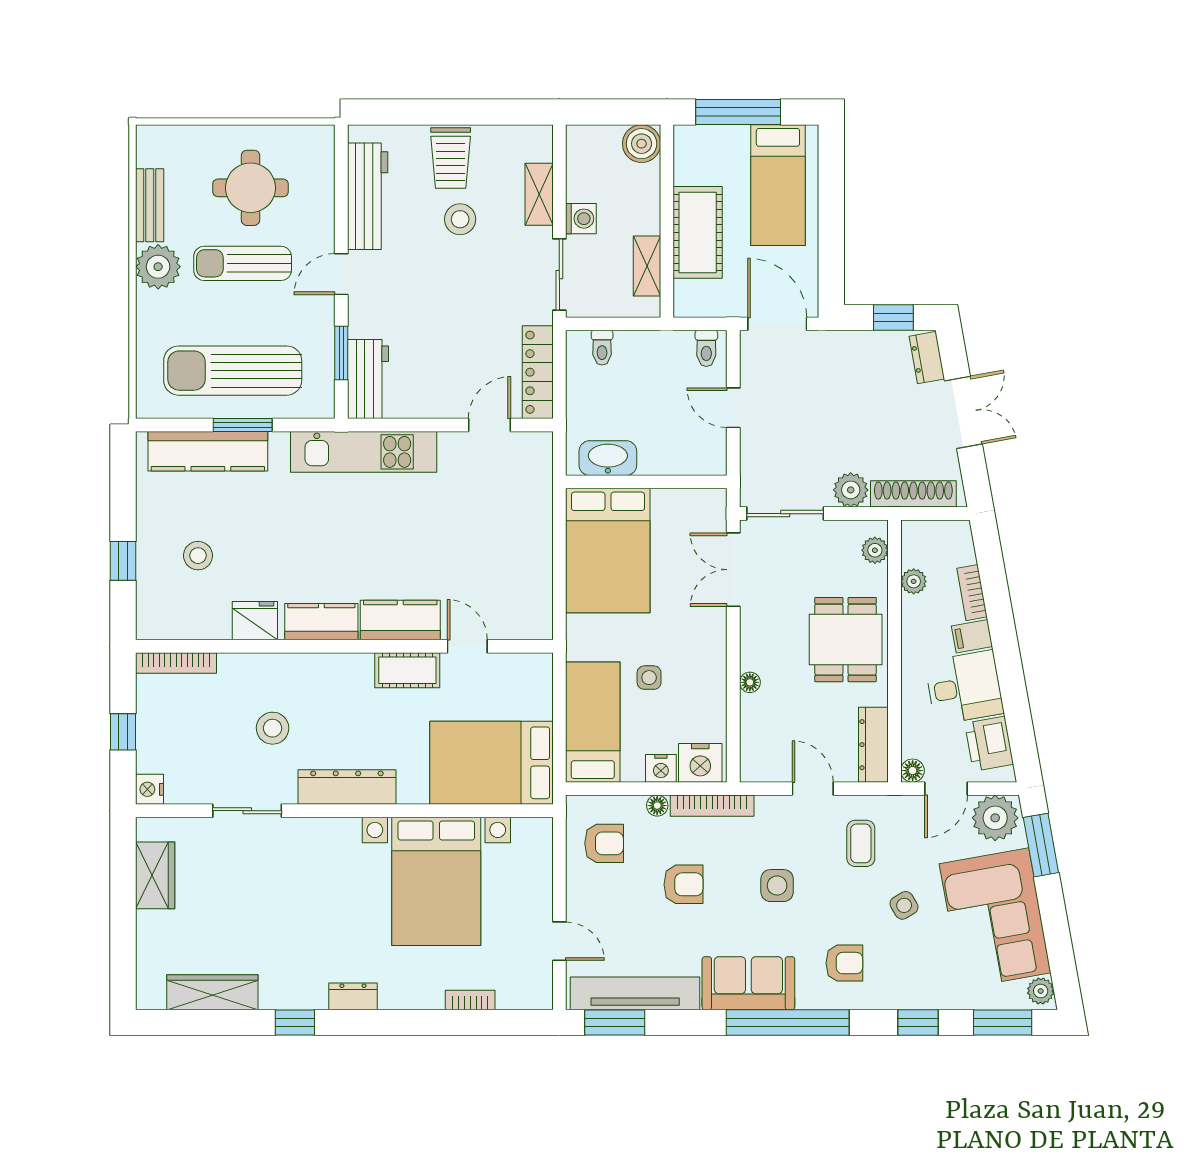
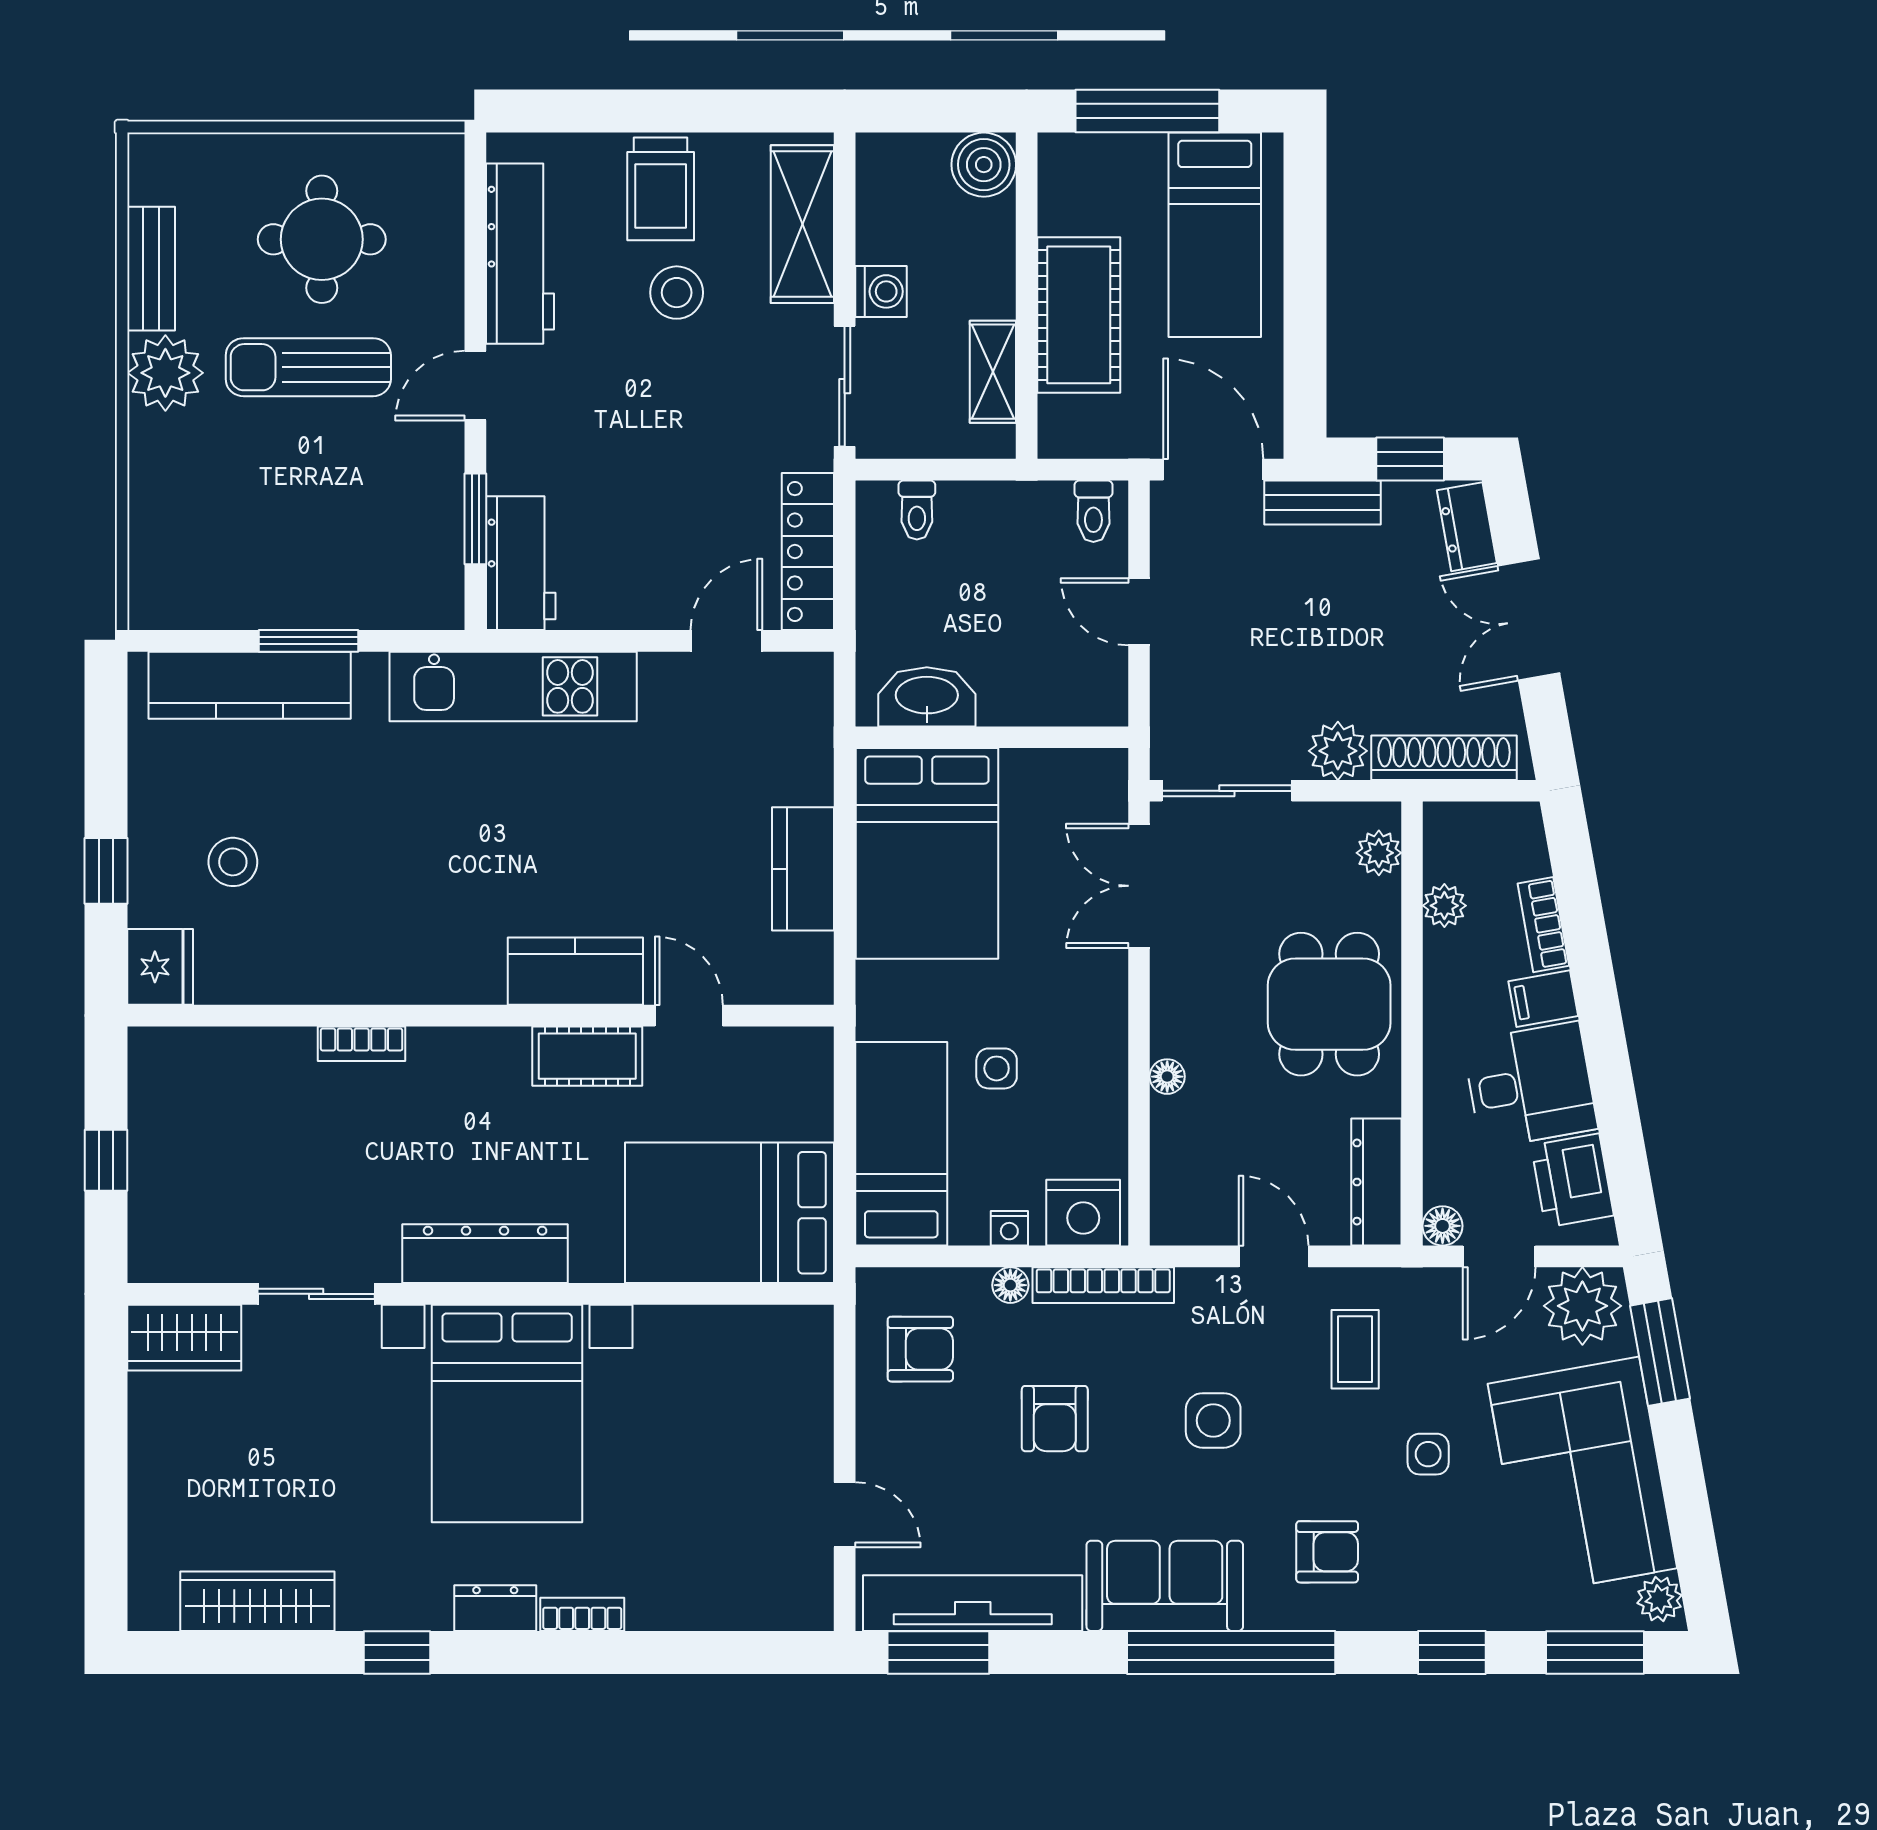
shelving: (539, 194) -> (802, 224), width x1.50, depth x1.33
bench: (842, 343) -> (1323, 503), added
sun lounger: (233, 371) -> (292, 549), removed
double door: (963, 412) -> (1529, 619), swing flipped
fridge: (255, 621) -> (160, 967), moved, turned 90
kitchen counter: (321, 622) -> (803, 869), moved, turned -90
bookcase: (176, 663) -> (362, 1044), moved, width x0.64
stool: (273, 728) -> (359, 1154), removed
nightstand: (661, 768) -> (1009, 1228), width x0.72, depth x0.74
nightstand: (150, 789) -> (151, 1258), removed
wardrobe: (155, 875) -> (184, 1338), moved, turned 90
bed with nightstands: (436, 881) -> (507, 1413), moved
armchair: (683, 884) -> (1055, 1419), turned 90
side table: (904, 905) -> (1428, 1454), turned 31
bookcase: (470, 1000) -> (582, 1614), moved

